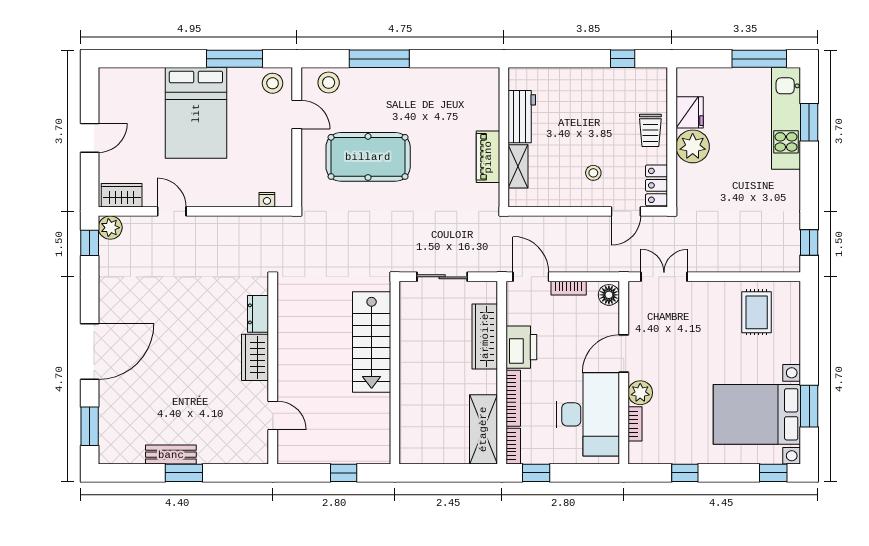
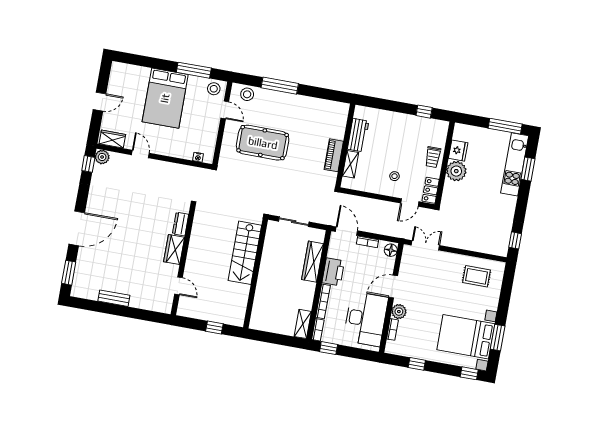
rug: (757, 312) -> (476, 276), turned 90
shelving: (483, 429) -> (303, 324), width x0.67, depth x0.75
window: (184, 473) -> (120, 310), removed

